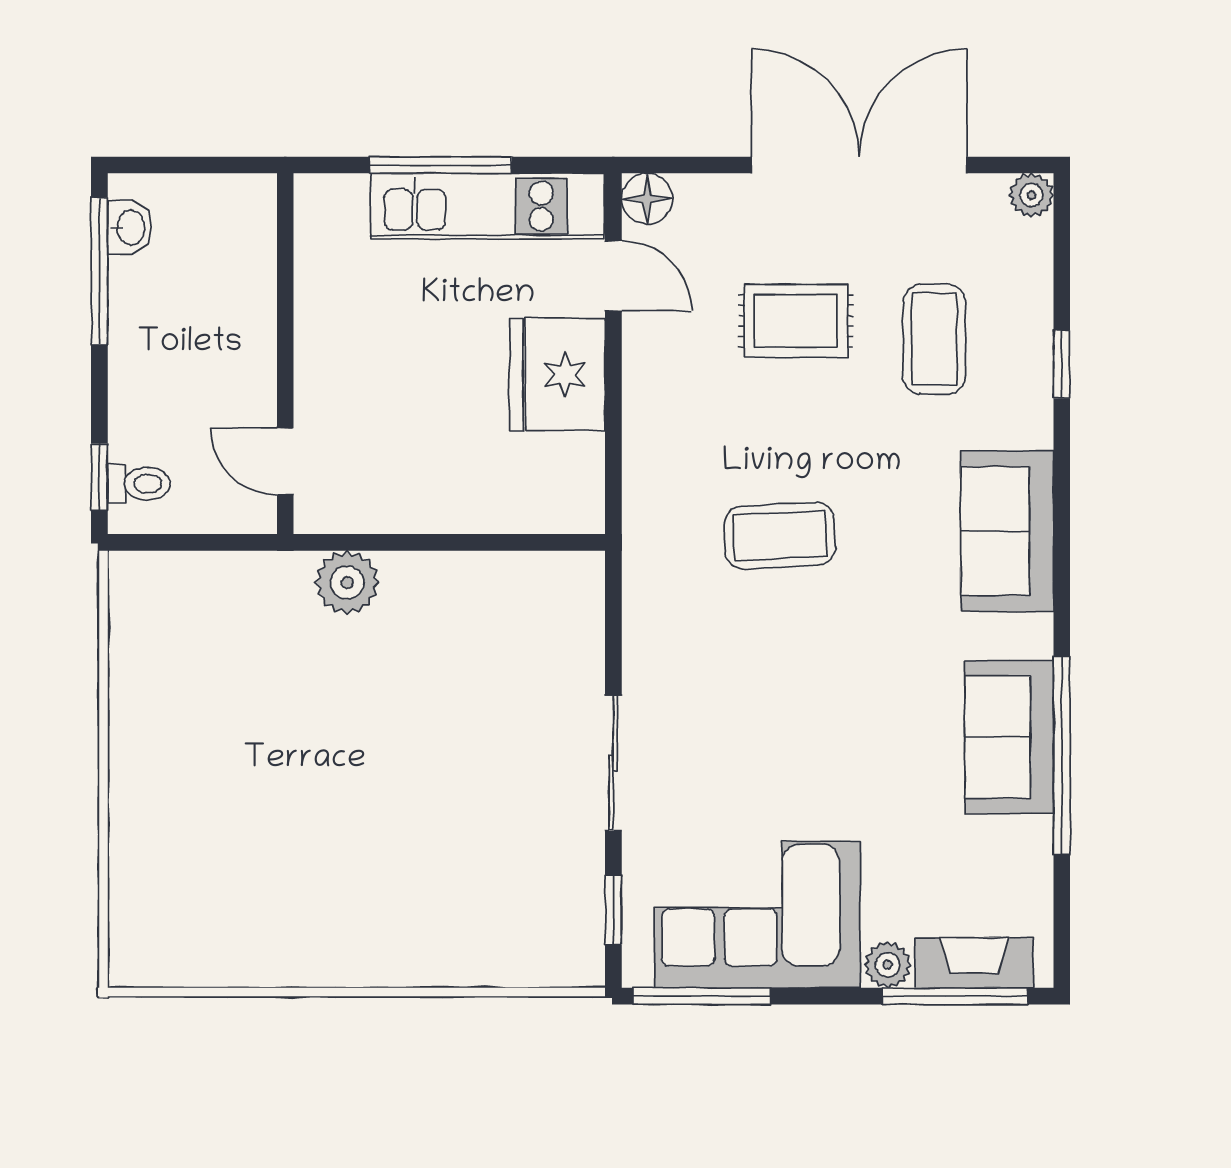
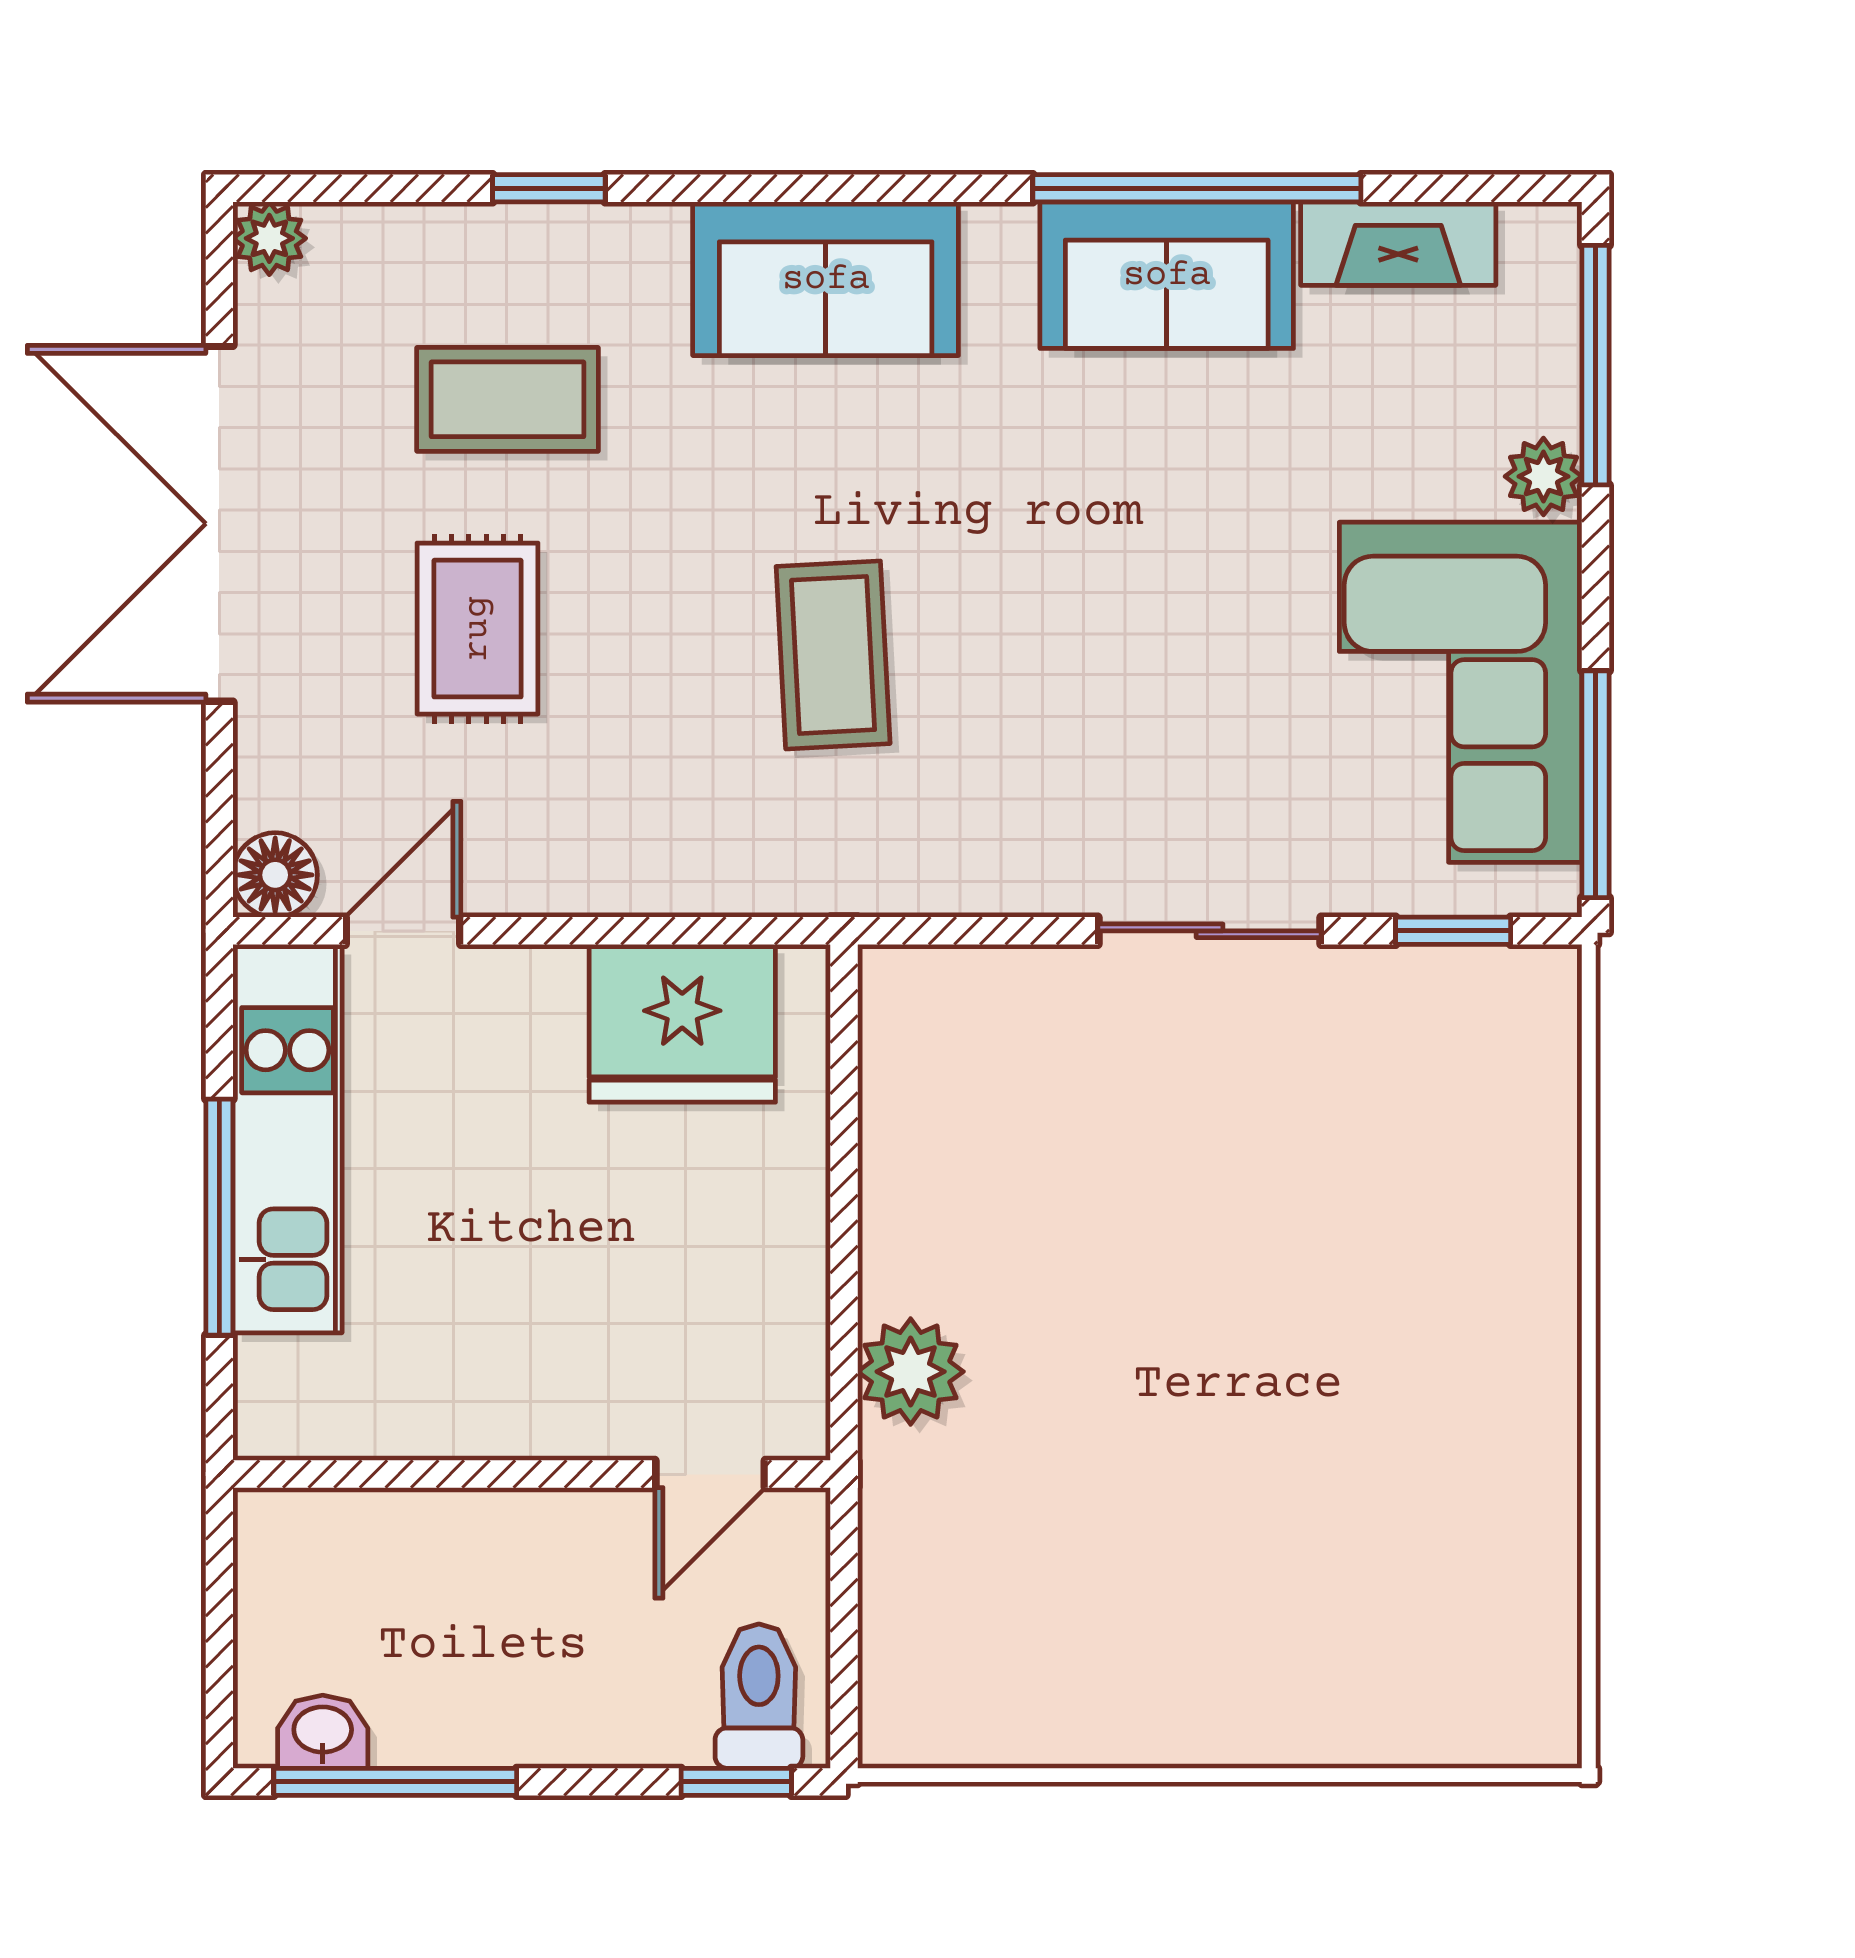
fridge: (557, 375) -> (682, 1023), moved
toilet: (139, 484) -> (759, 1696), width x1.37, depth x1.39
fireplace: (974, 963) -> (1398, 244), moved, turned -90

